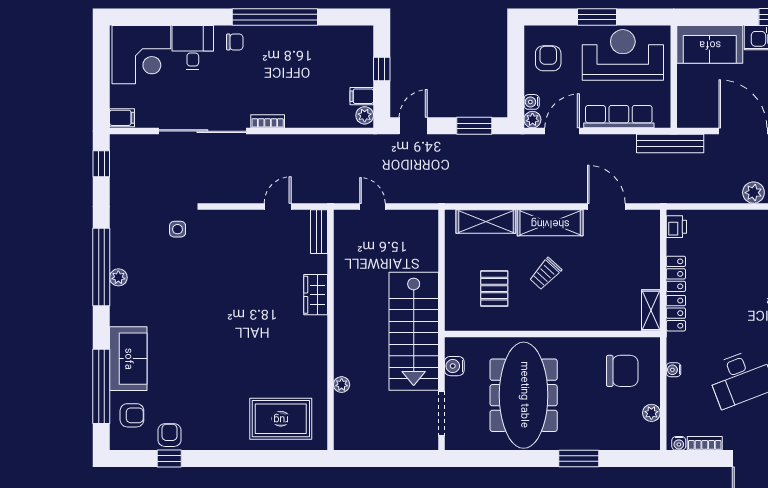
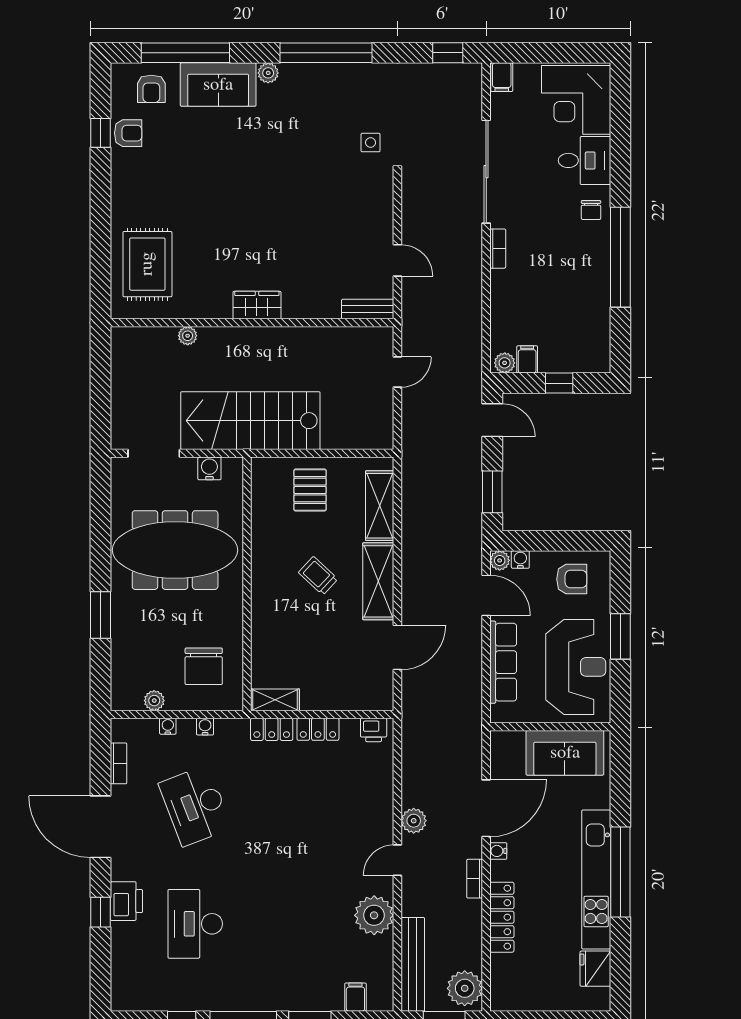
sofa: (710, 44) -> (565, 753), moved, turned -90
bench: (670, 144) -> (471, 723), removed
plant: (118, 277) -> (268, 73), moved
pallet: (494, 289) -> (310, 490), moved, turned 90
wardrobe: (316, 295) -> (257, 305), moved
water cooler: (679, 443) -> (168, 726), moved, turned 90

